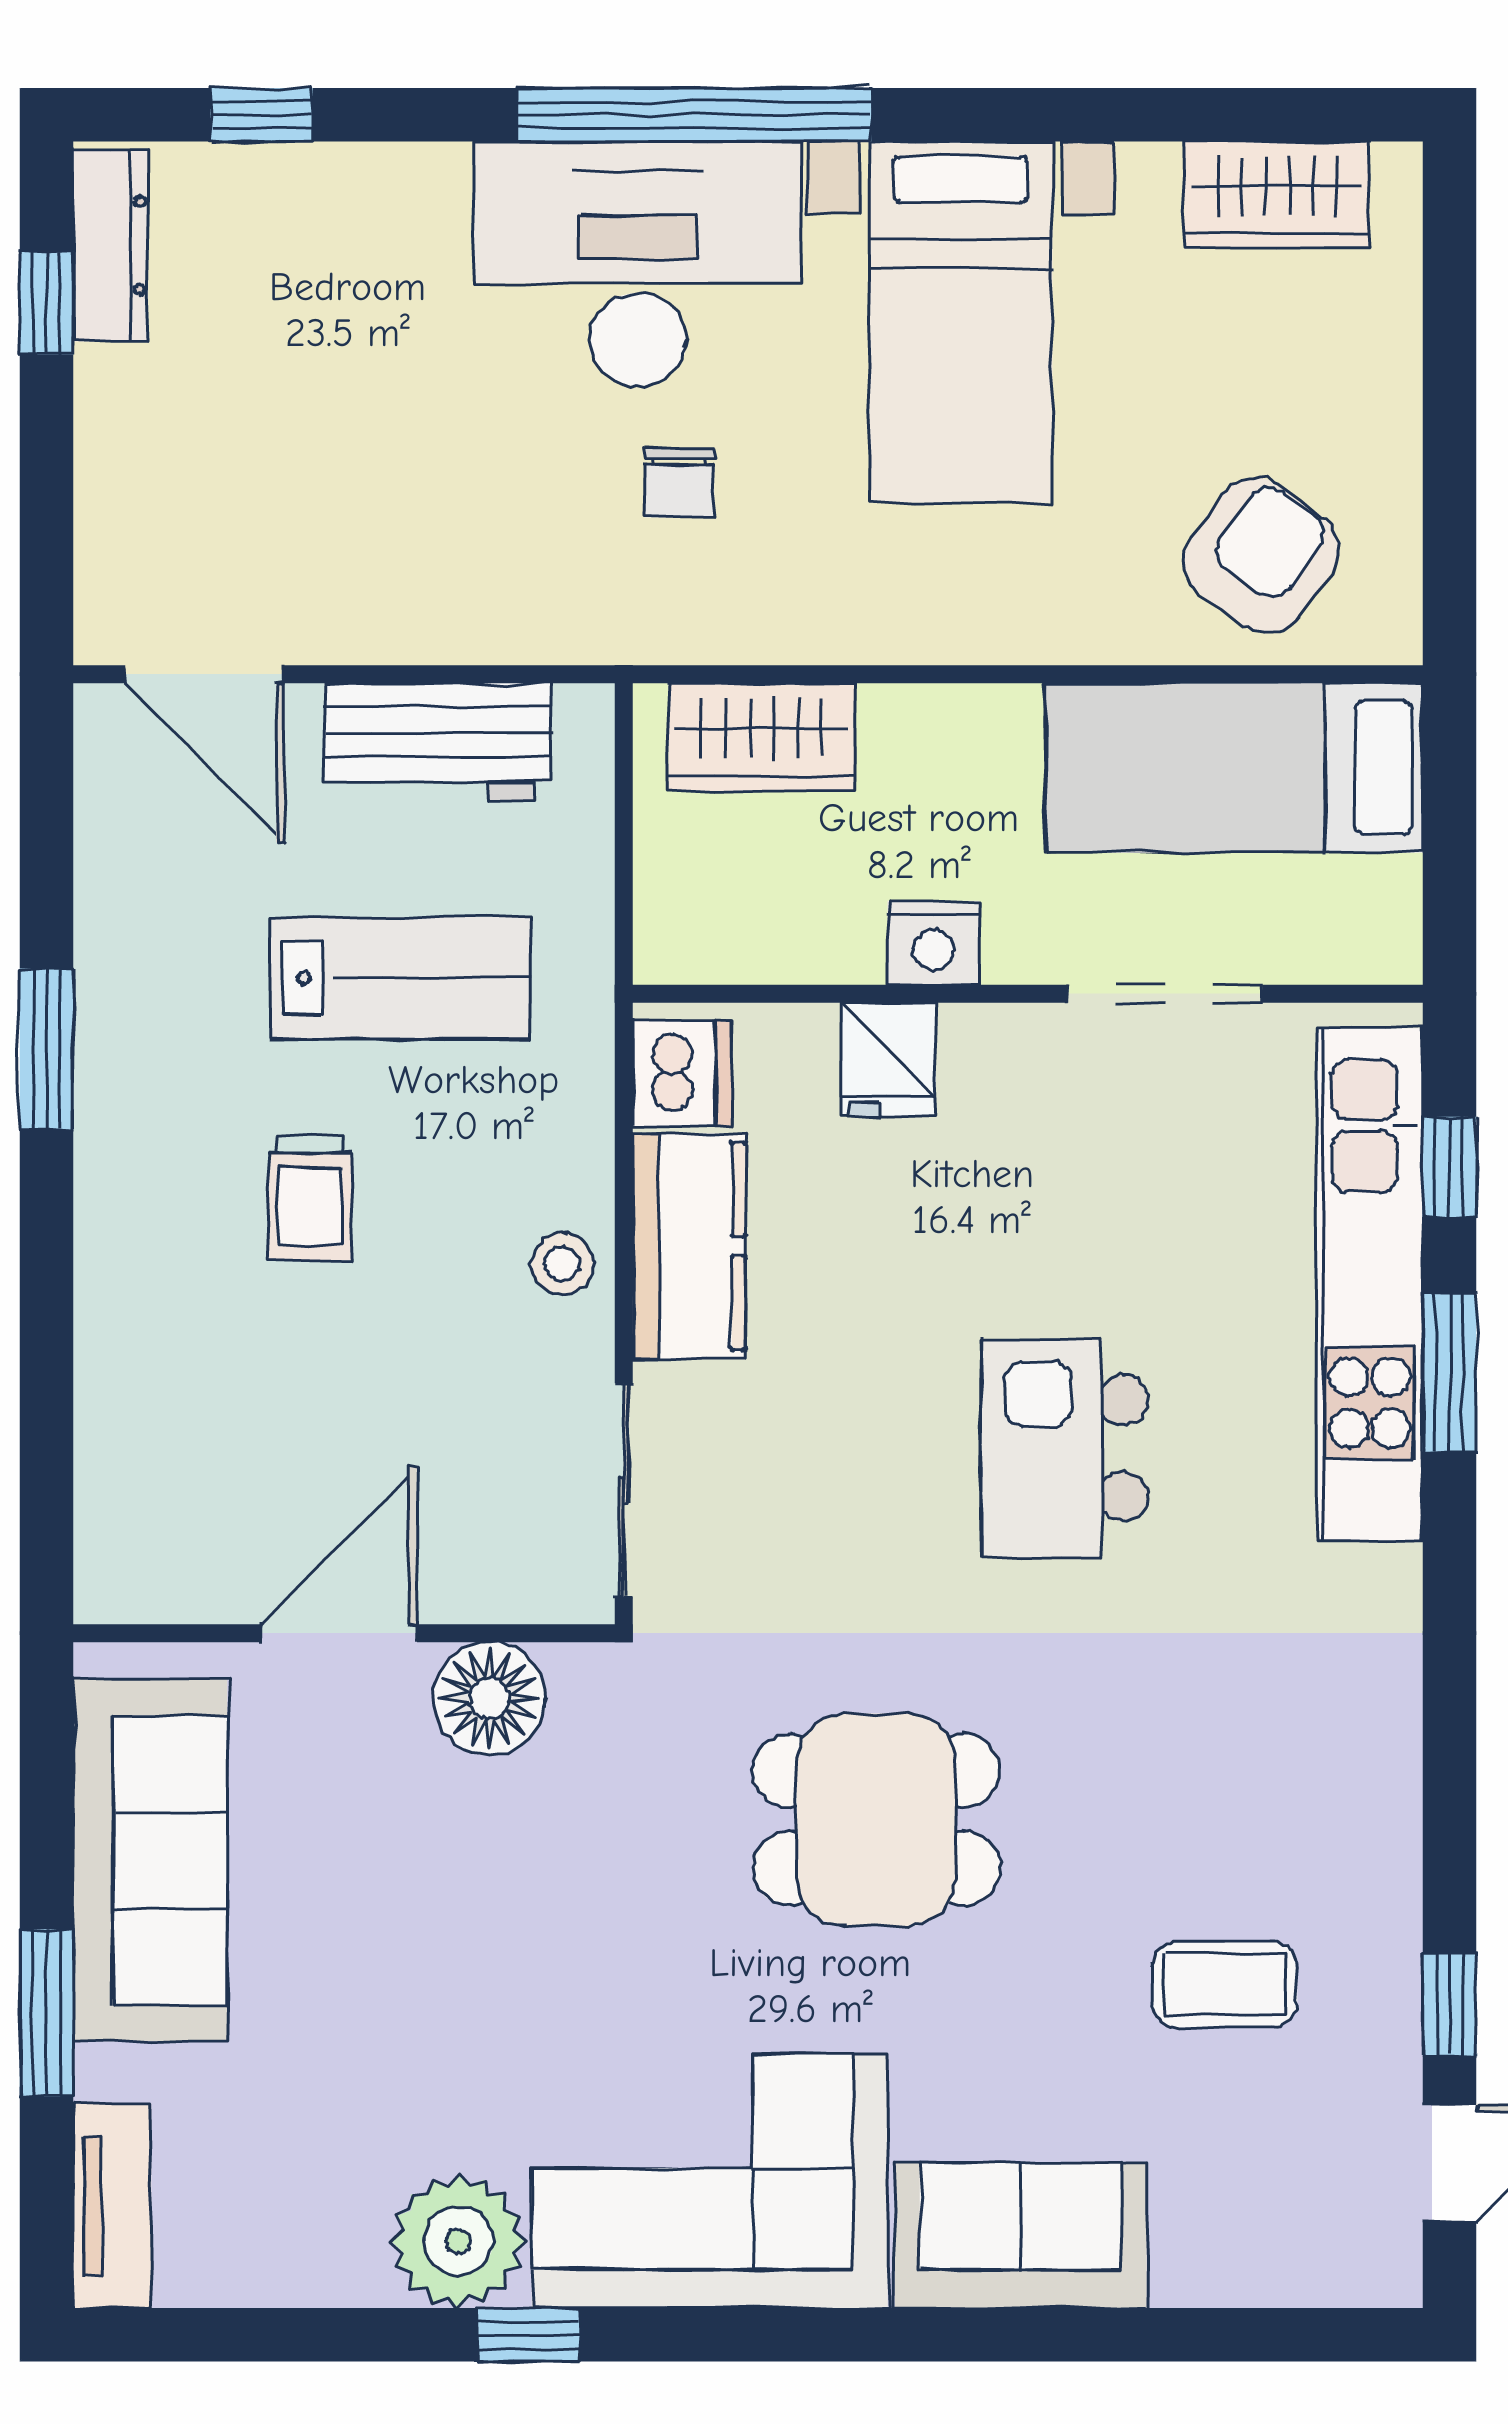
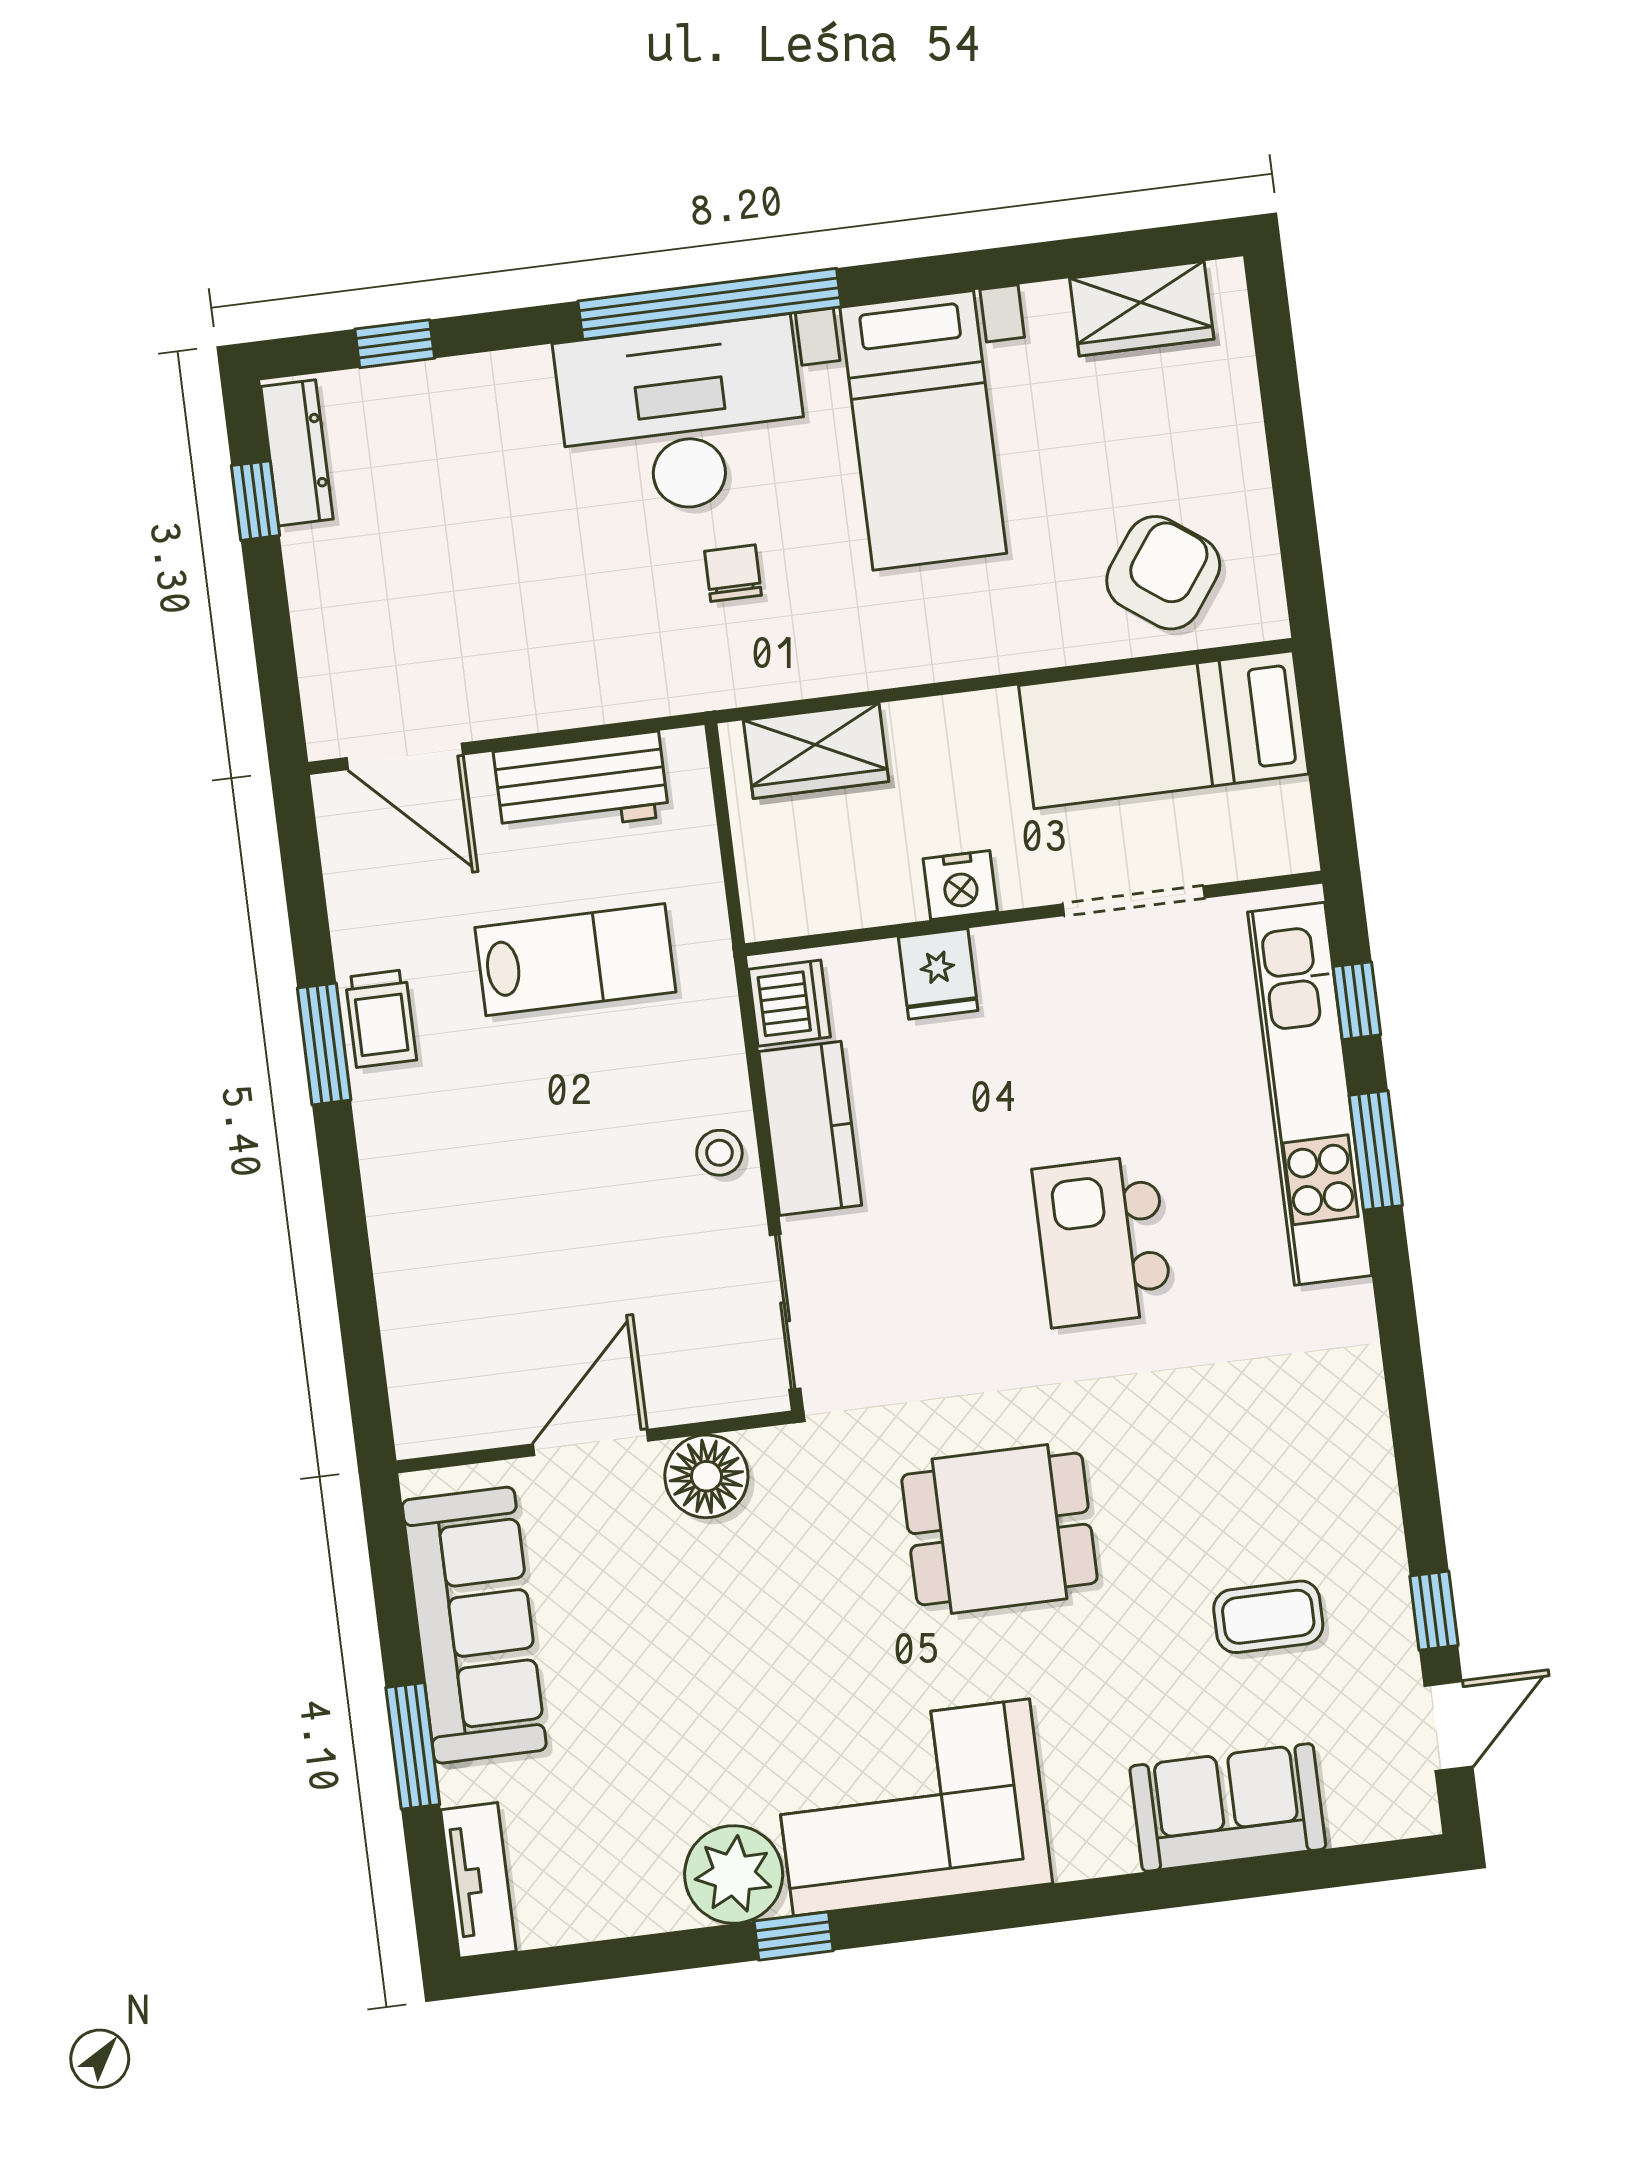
chair: (679, 483) -> (733, 573), turned 180
trolley: (310, 1198) -> (381, 1019), moved
sofa: (1021, 2235) -> (1228, 1808), moved

